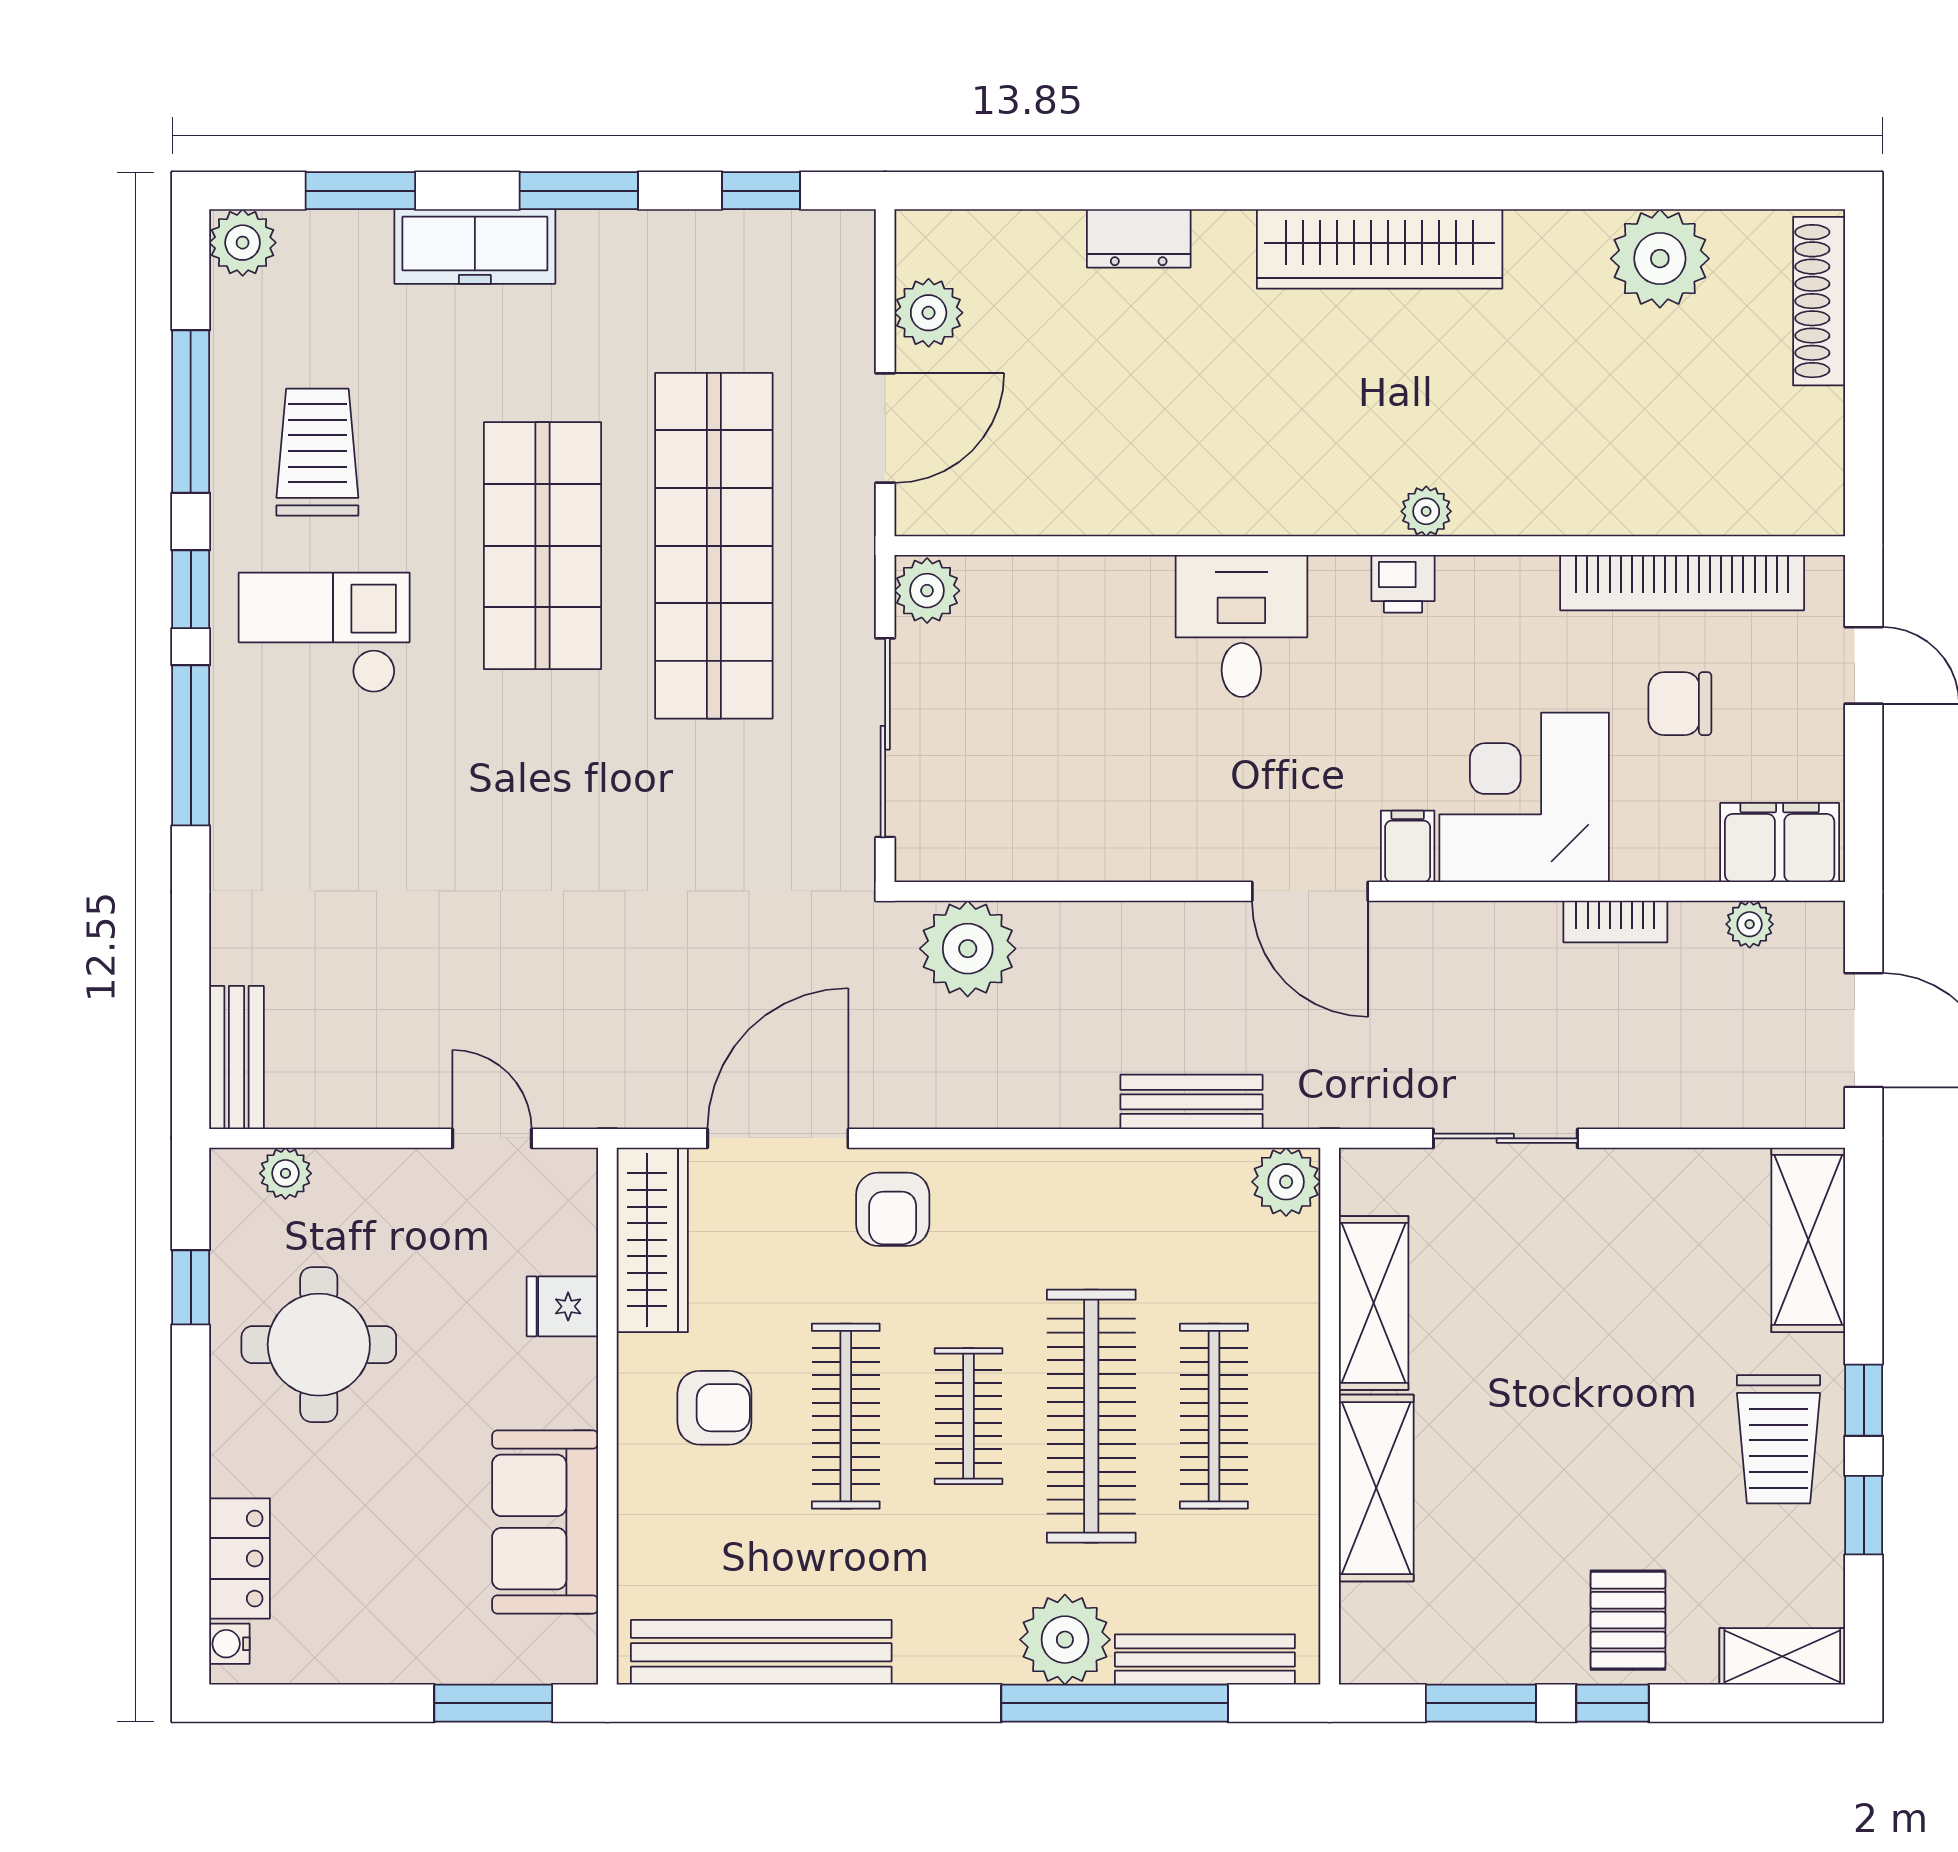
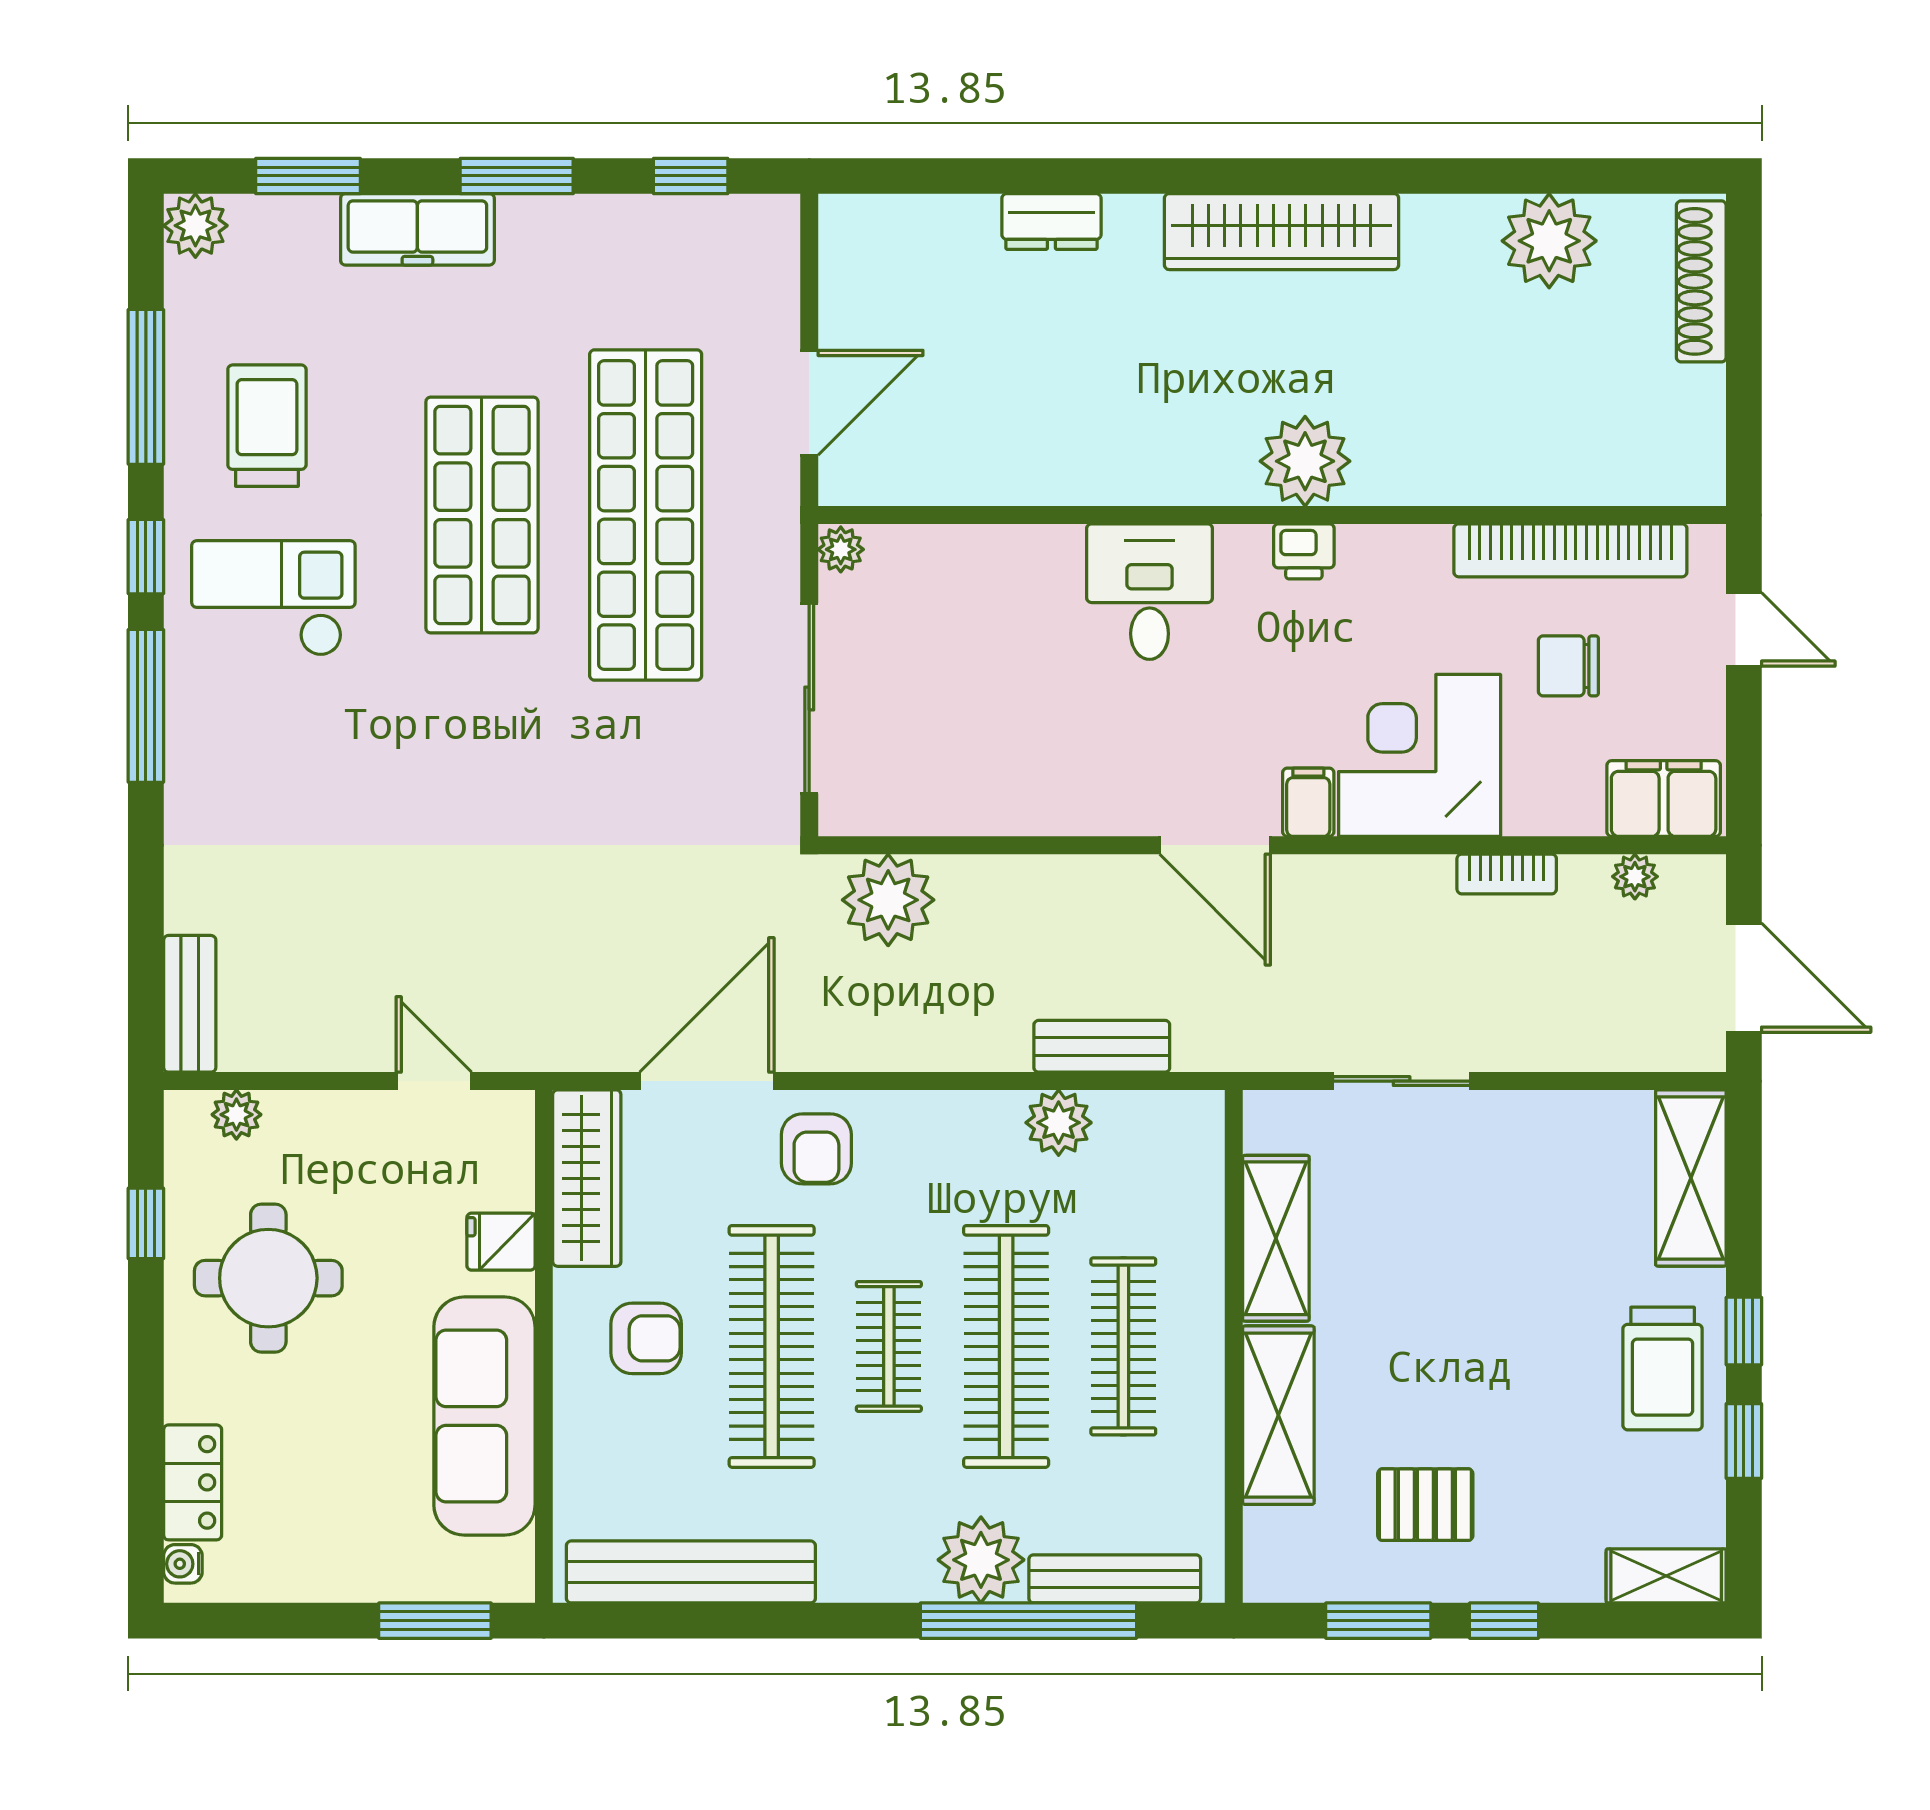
plant: (929, 313) -> (851, 293), removed
plant: (1426, 511) -> (1305, 461), width x1.88, depth x1.88
plant: (927, 591) -> (841, 549), width x0.73, depth x0.73
plant: (1286, 1182) -> (1059, 1123), moved
clothes rail: (846, 1416) -> (772, 1346), width x1.37, depth x1.31
sofa: (545, 1522) -> (484, 1416), width x1.36
pallet: (1628, 1620) -> (1425, 1505), moved, turned 90

